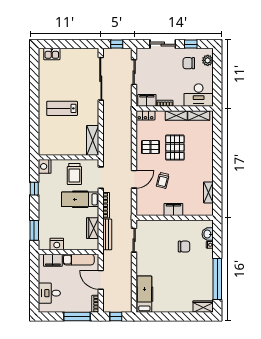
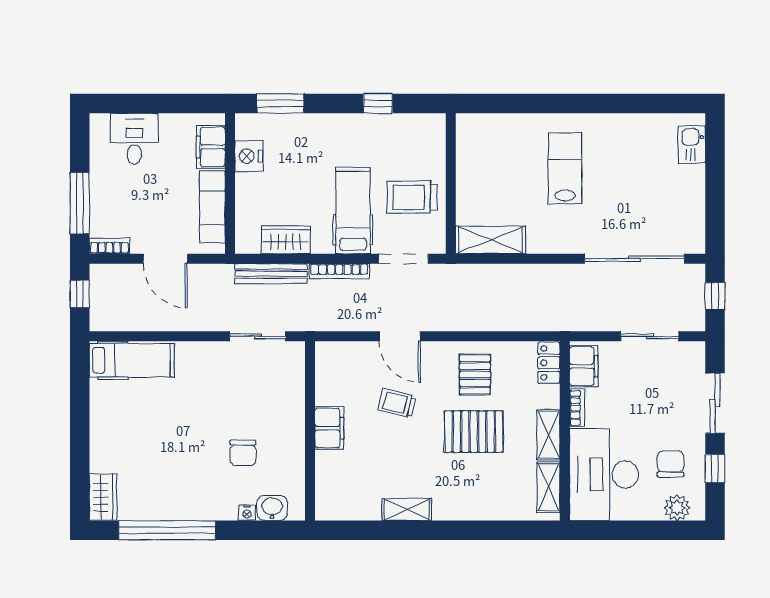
desk: (199, 95) -> (604, 475), width x1.36, depth x1.30
nightstand: (45, 166) -> (430, 128), removed
shelving: (208, 192) -> (407, 509), moved
door: (101, 280) -> (165, 259), swing flipped

